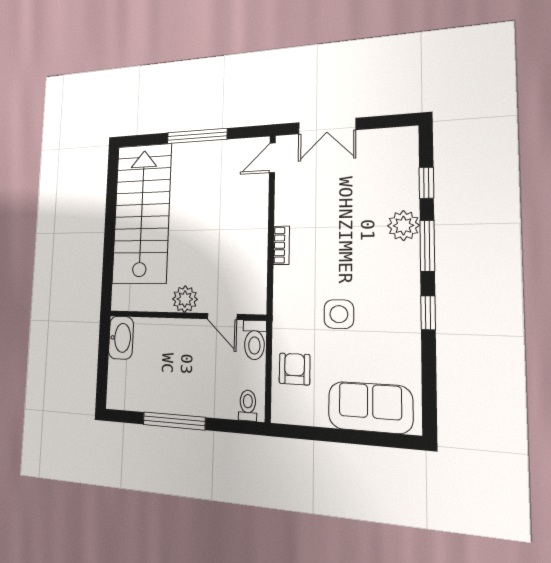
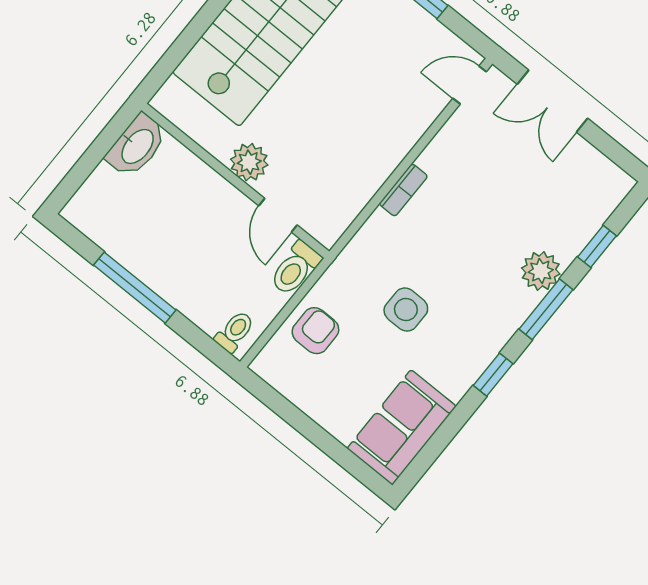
sofa: (370, 407) -> (402, 427), moved, turned -90

